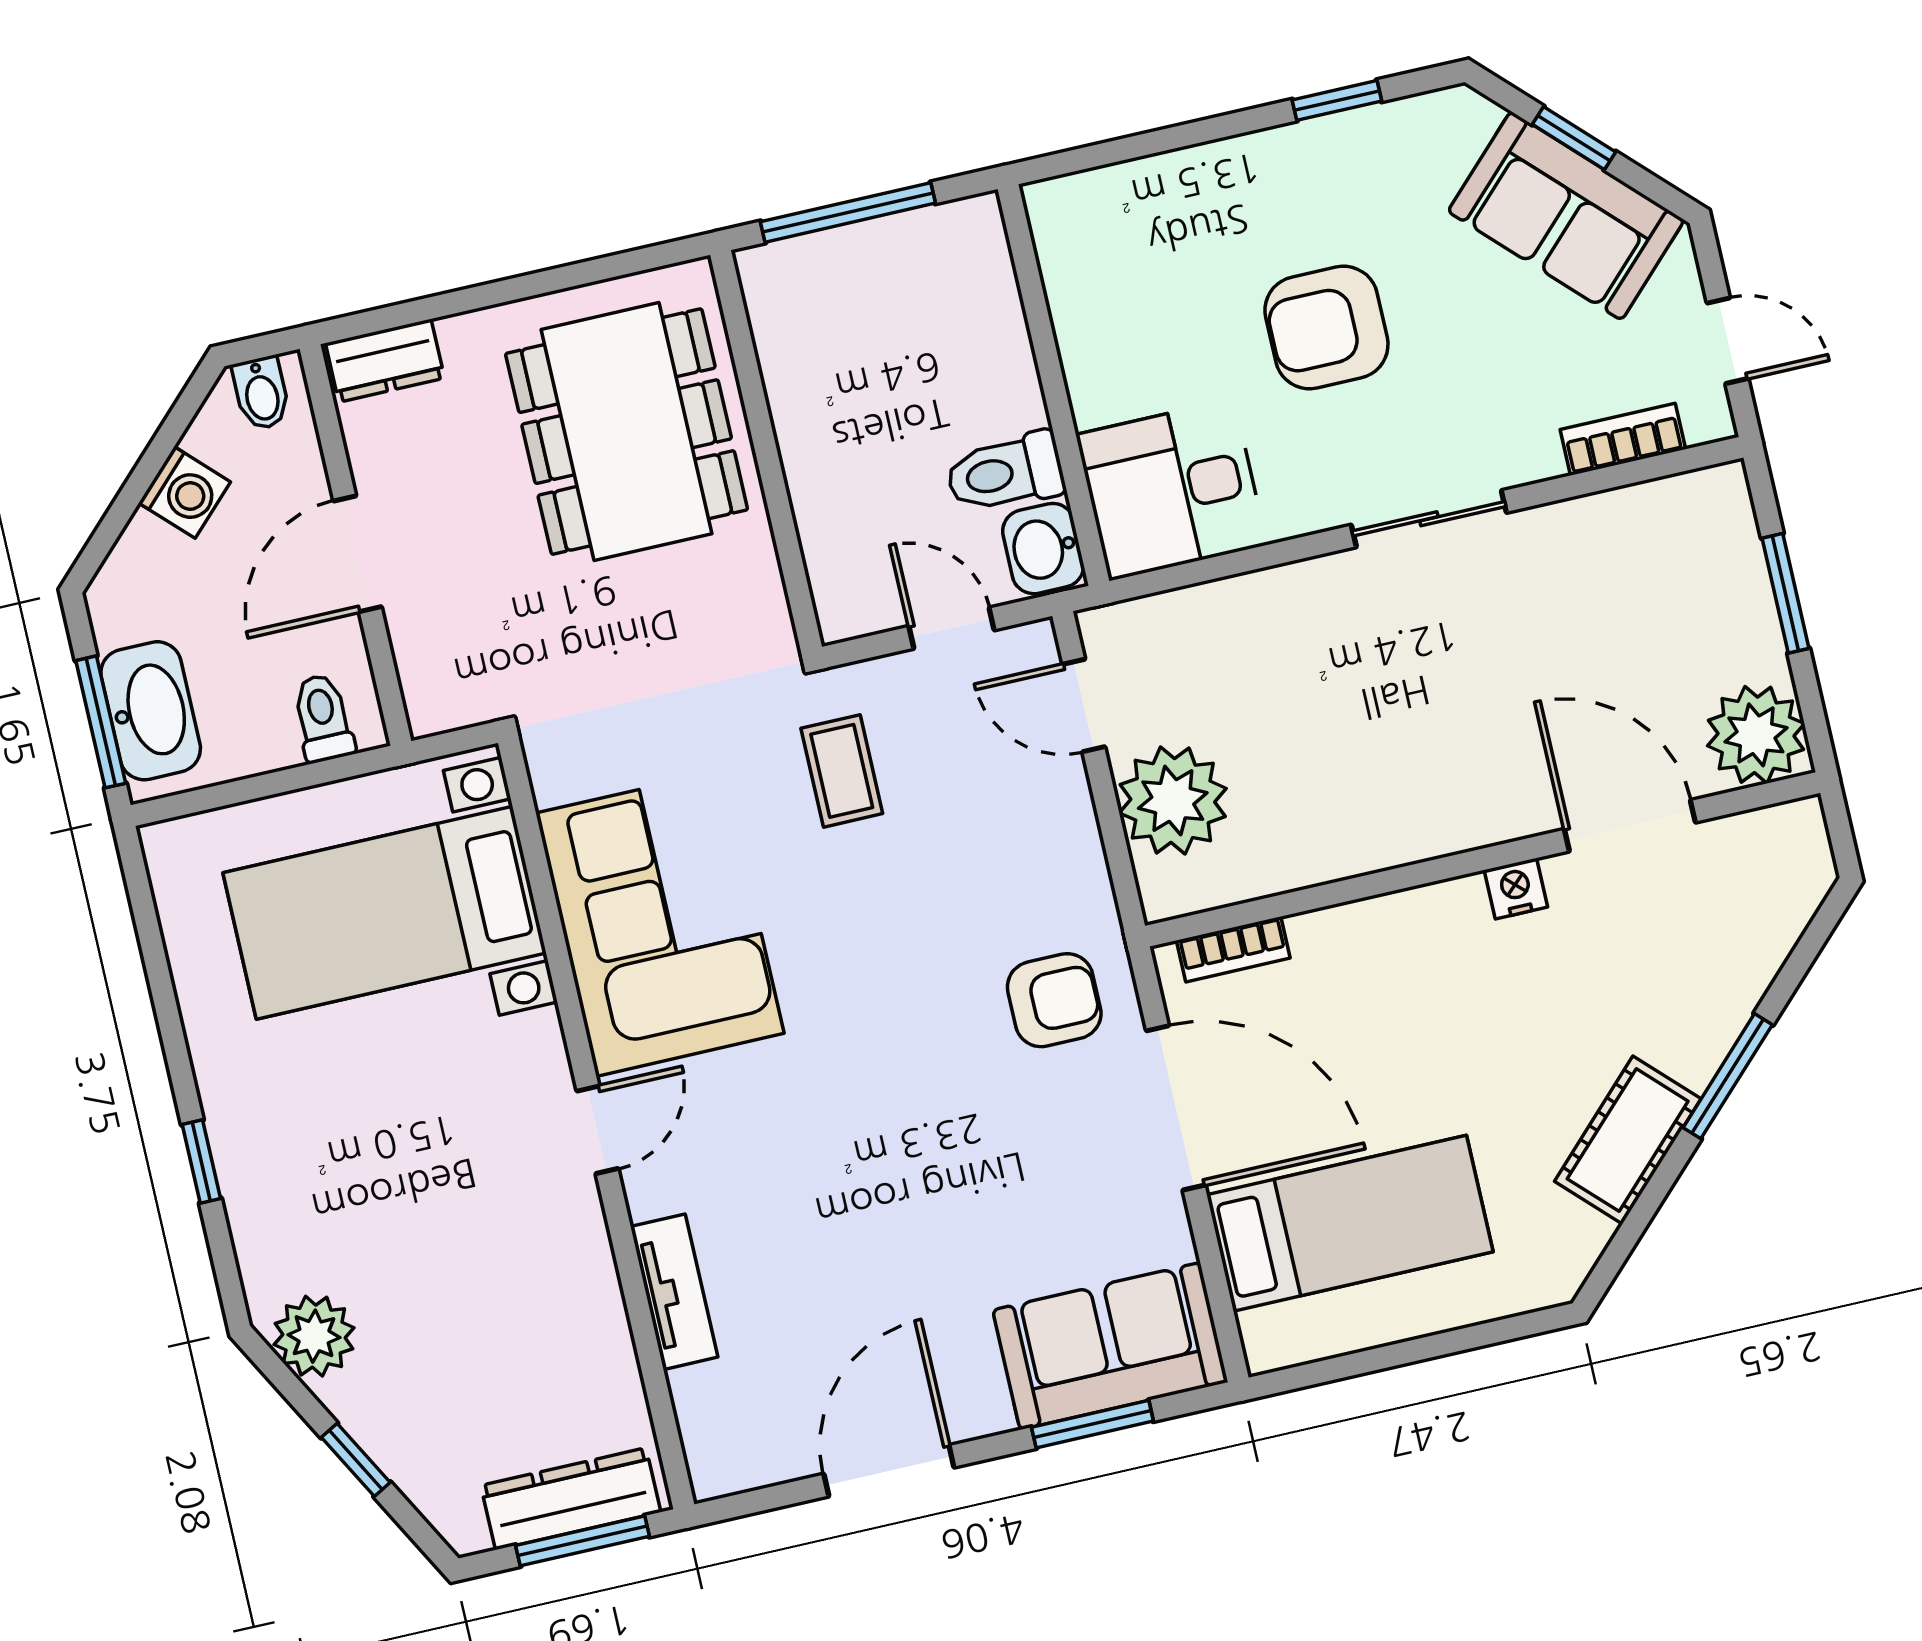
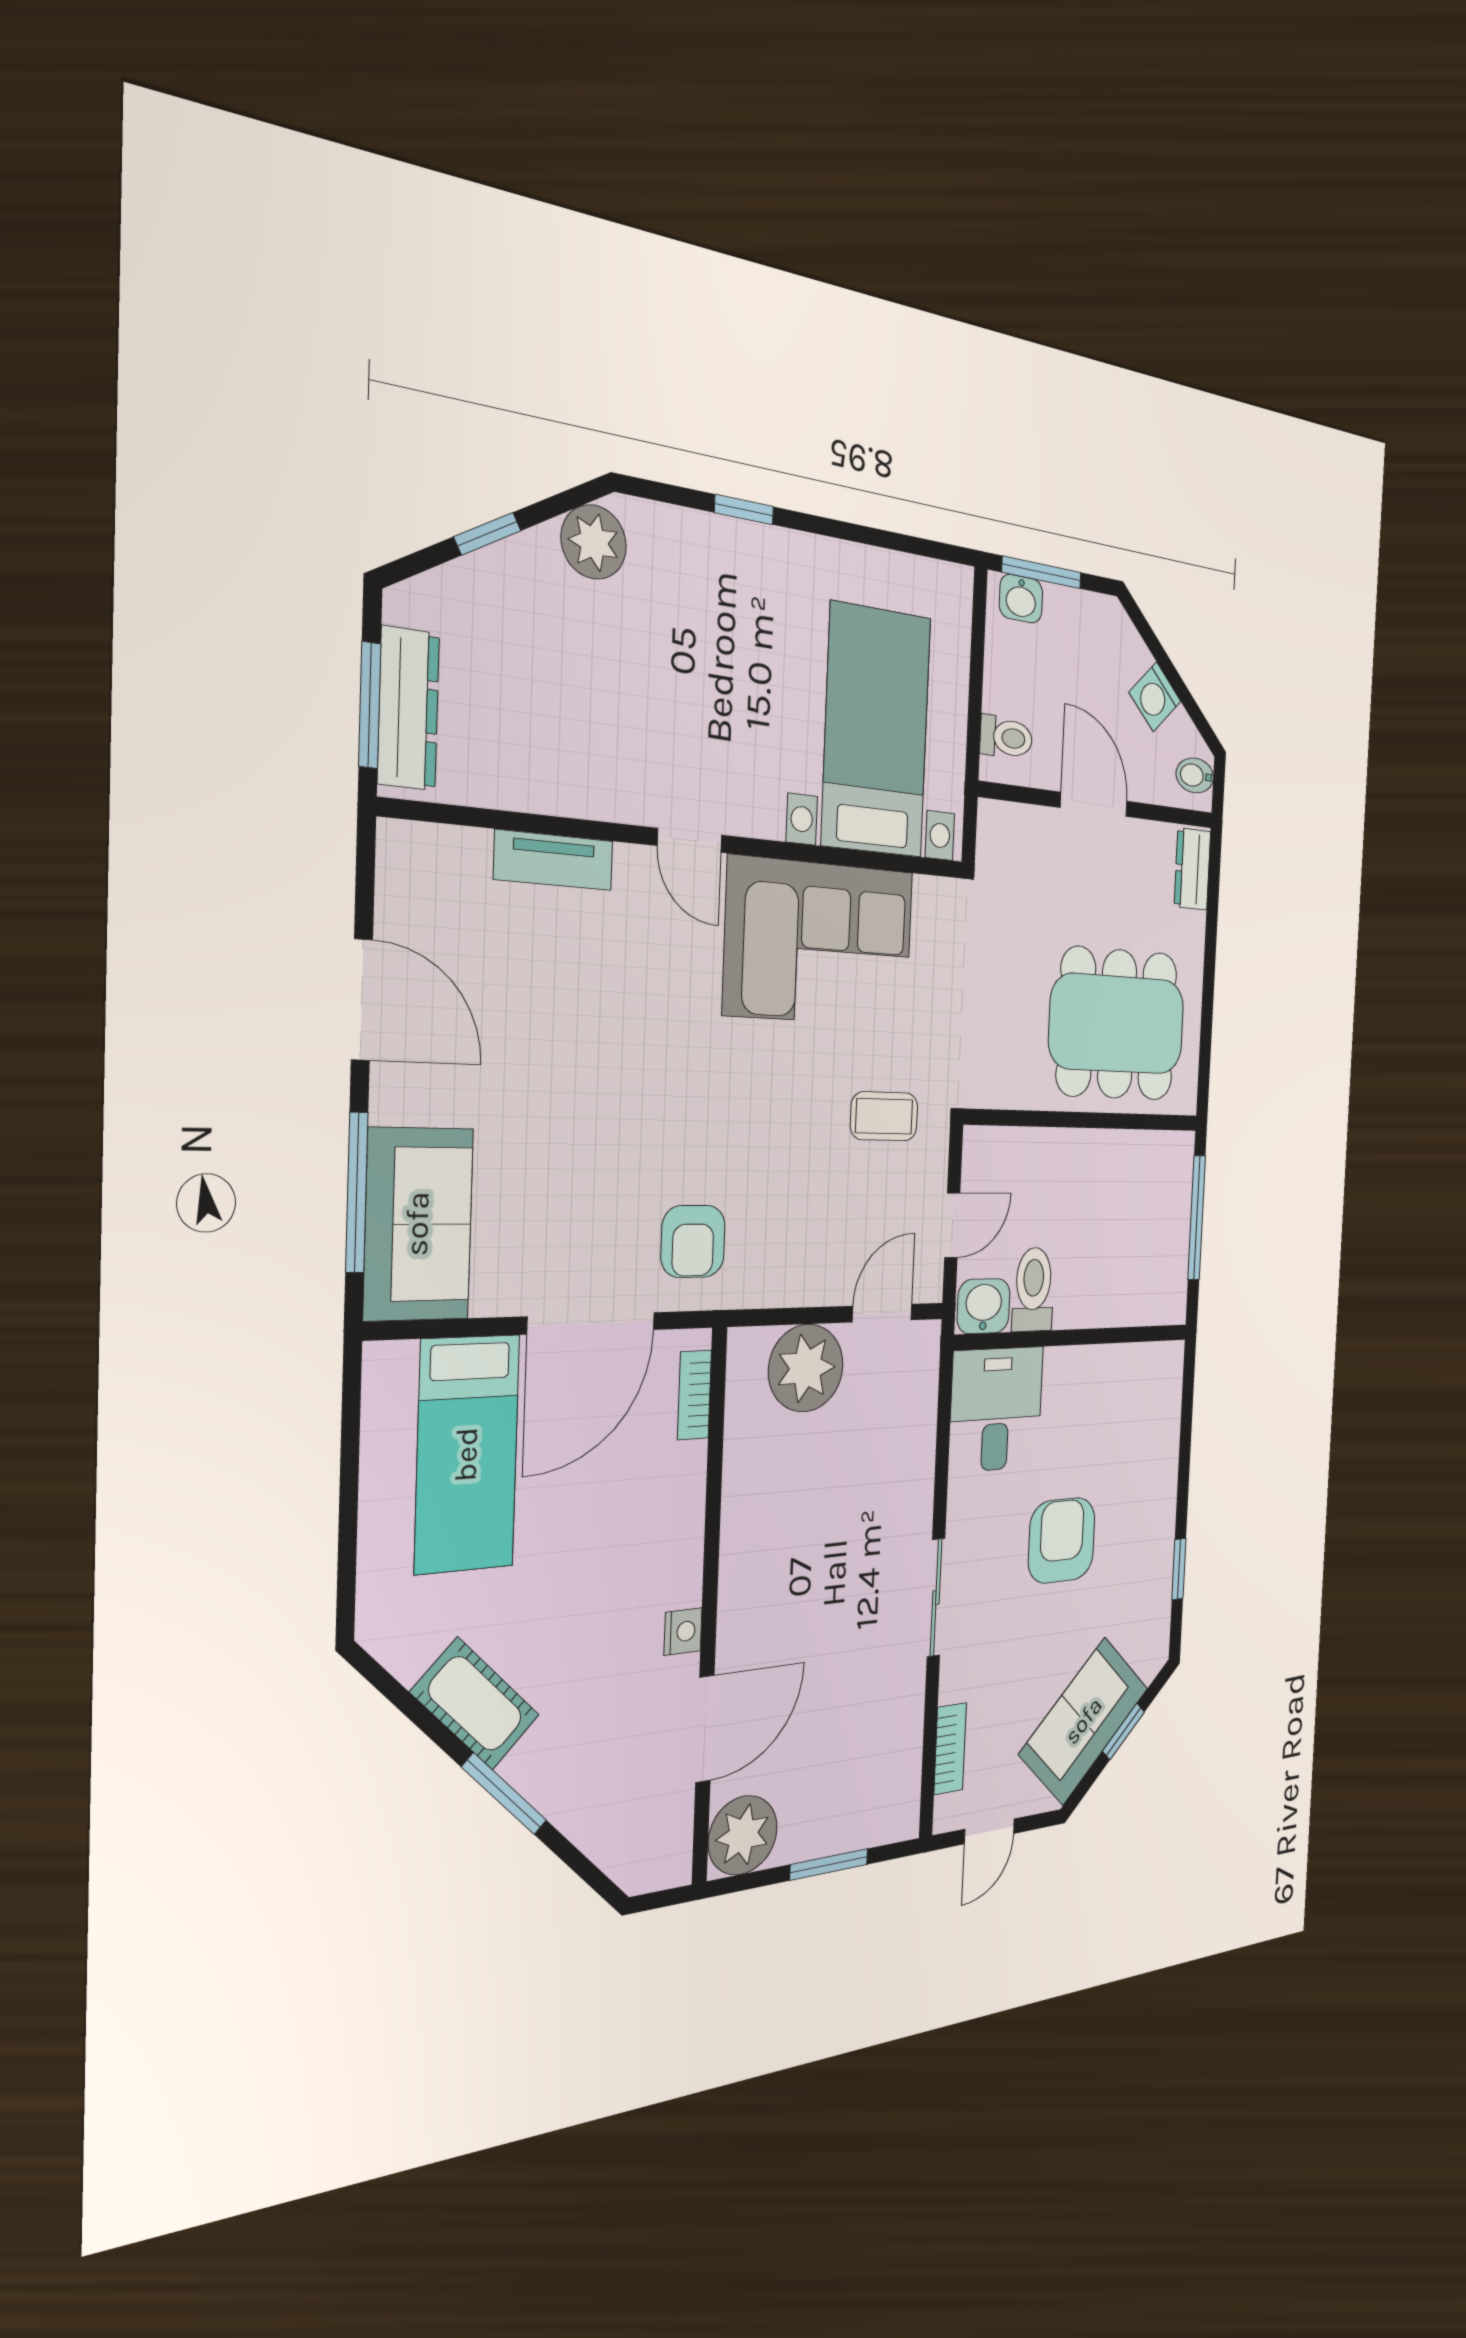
washbasin: (151, 711) -> (1021, 599), width x0.52, depth x0.69
window: (1092, 1424) -> (357, 1193), width x1.44

